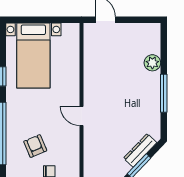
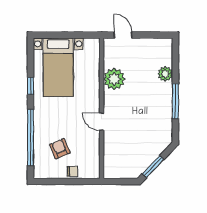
plant: (96, 69) -> (114, 79), added
dresser: (140, 150) -> (154, 153), removed

